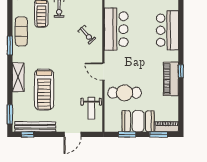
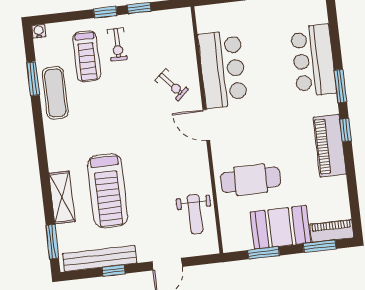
window: (10, 45) -> (33, 79), moved
window: (181, 46) -> (340, 86), added
door: (103, 72) -> (206, 125), moved
shelving: (18, 77) -> (62, 197), moved
window: (27, 134) -> (114, 270), moved

